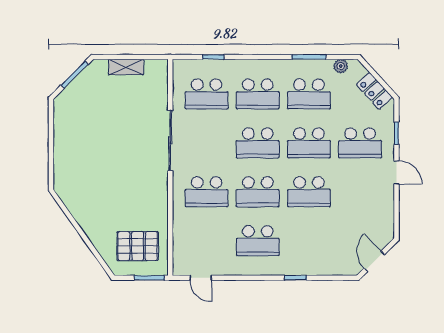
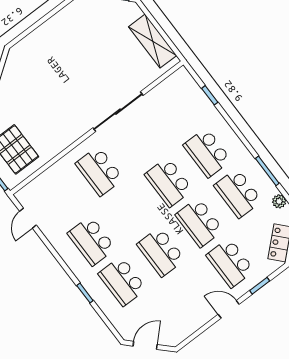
shelving: (126, 67) -> (153, 41), width x1.50, depth x1.33
school desk: (207, 94) -> (176, 112), removed
door: (396, 172) -> (229, 309), swing flipped
school desk: (258, 192) -> (122, 281), moved

